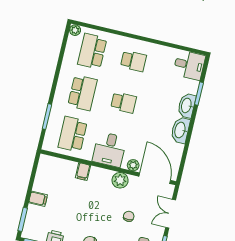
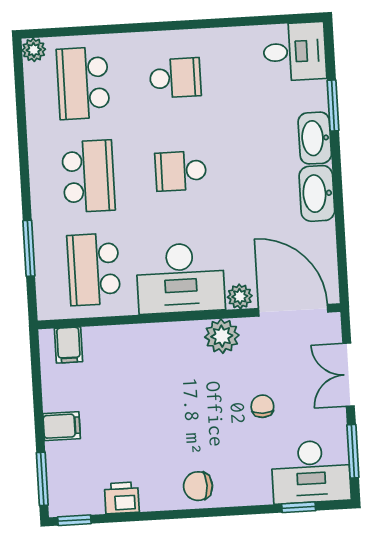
school desk: (124, 102) -> (181, 171), turned 180
desk: (109, 149) -> (180, 278), width x1.37
filing cabinet: (83, 172) -> (69, 345), moved

